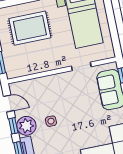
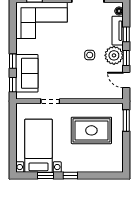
rug: (30, 28) -> (91, 130), moved

